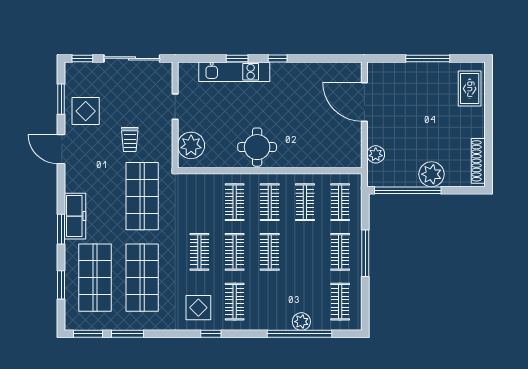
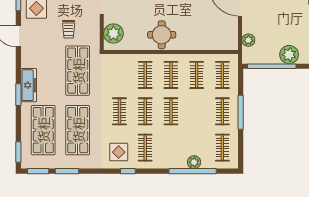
window: (61, 285) -> (18, 152), moved

